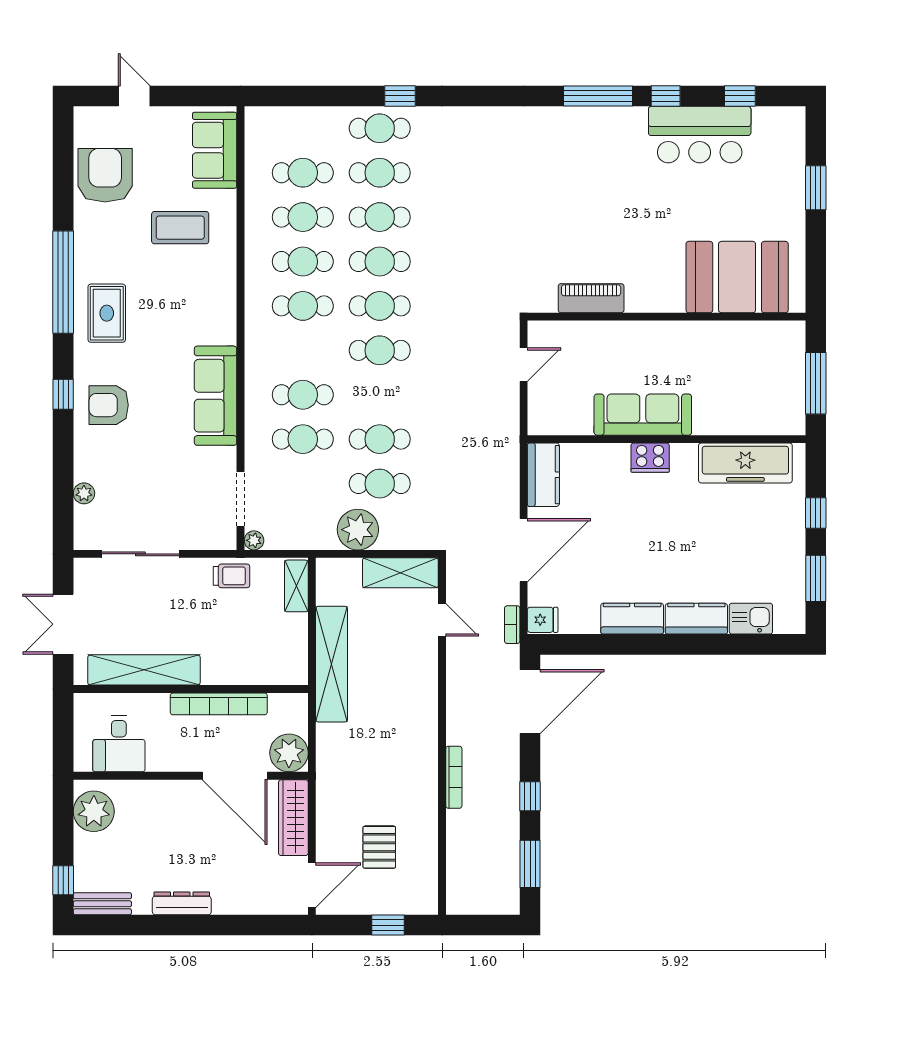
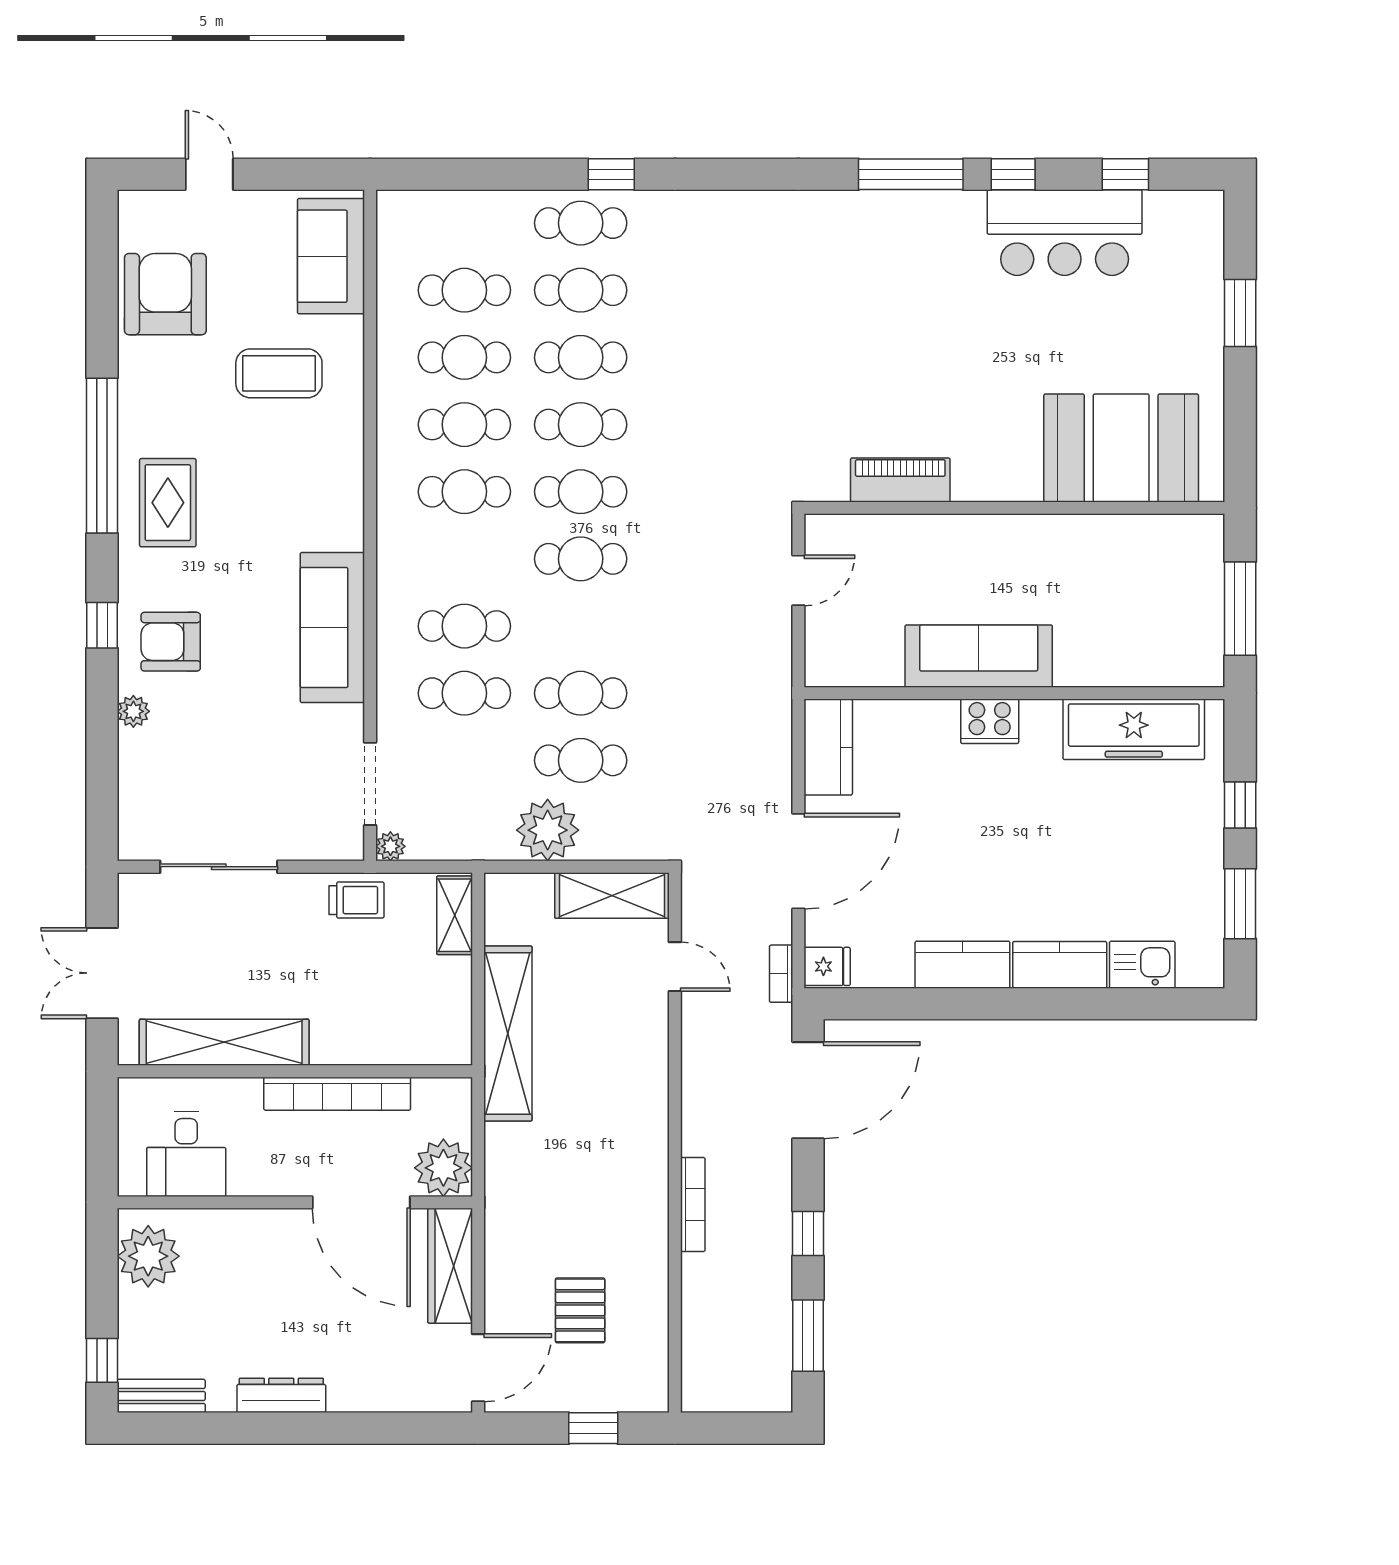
plant: (84, 493) -> (133, 711), moved

